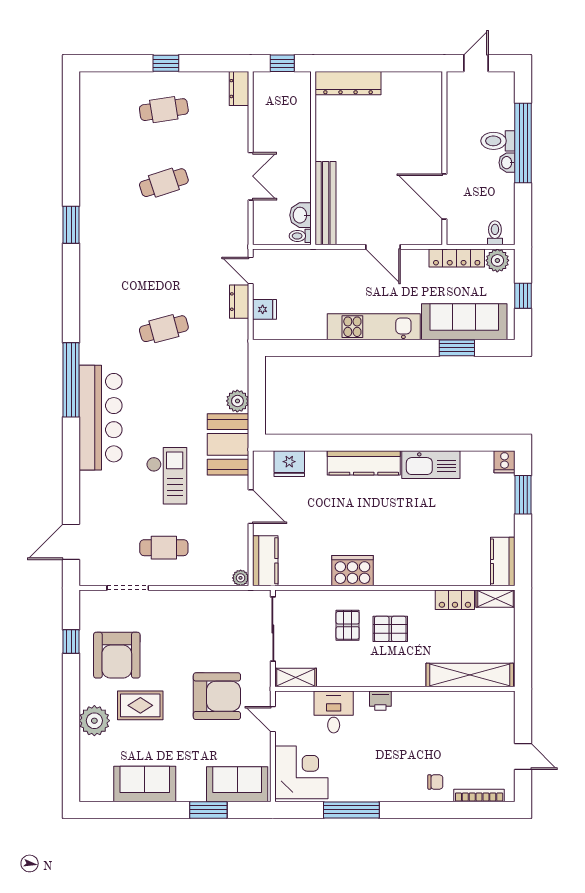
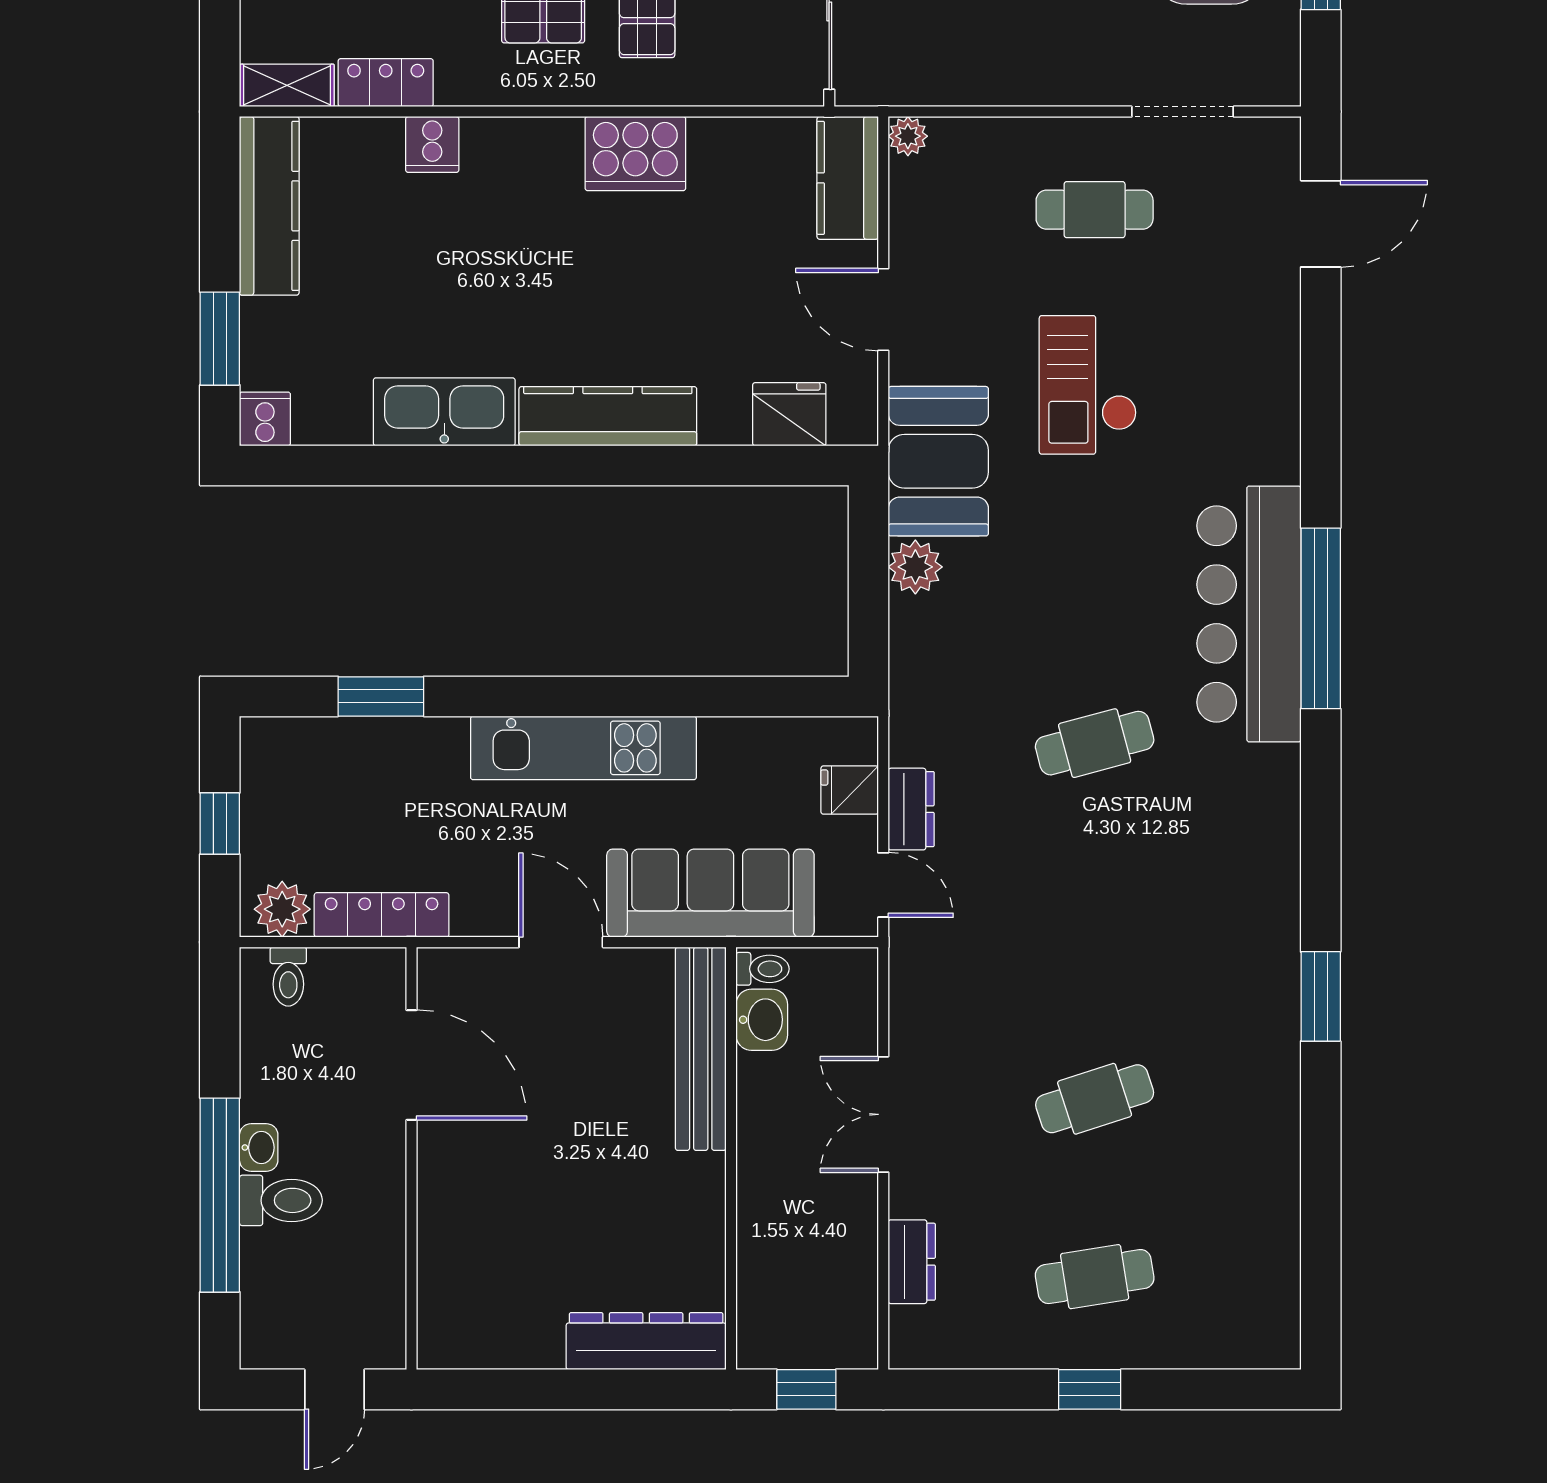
dresser: (239, 89) -> (912, 1262), moved
sofa: (464, 322) -> (710, 893), moved, turned 180
bar counter: (101, 418) -> (1249, 614), moved
kitchen counter: (503, 561) -> (269, 206), width x1.50
cooker: (436, 574) -> (432, 144), added

